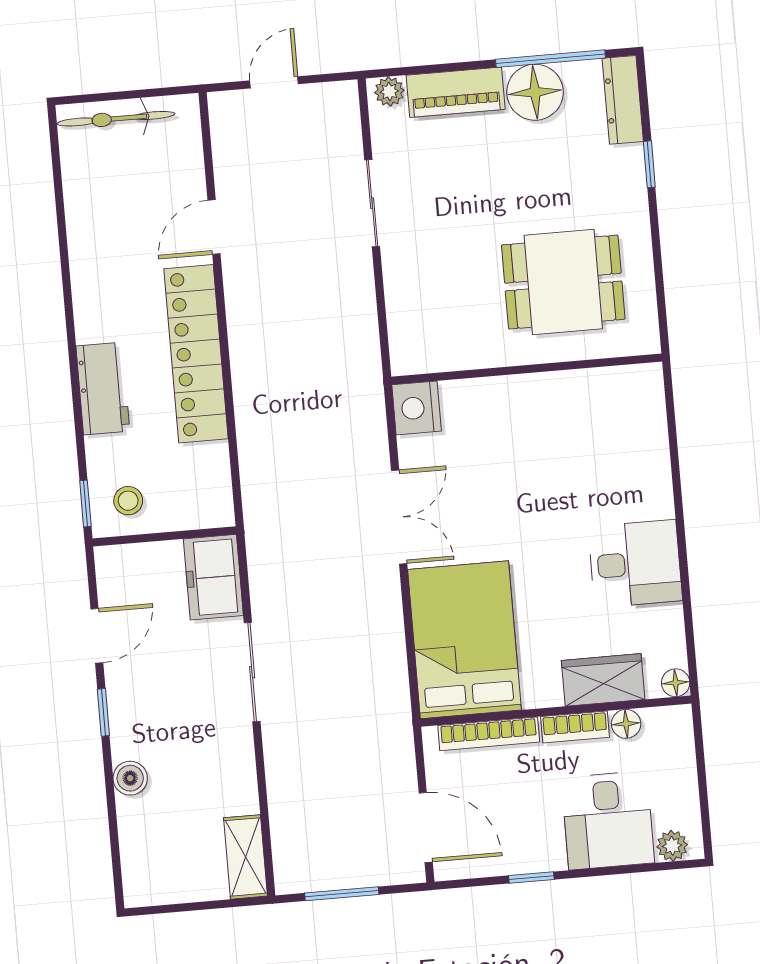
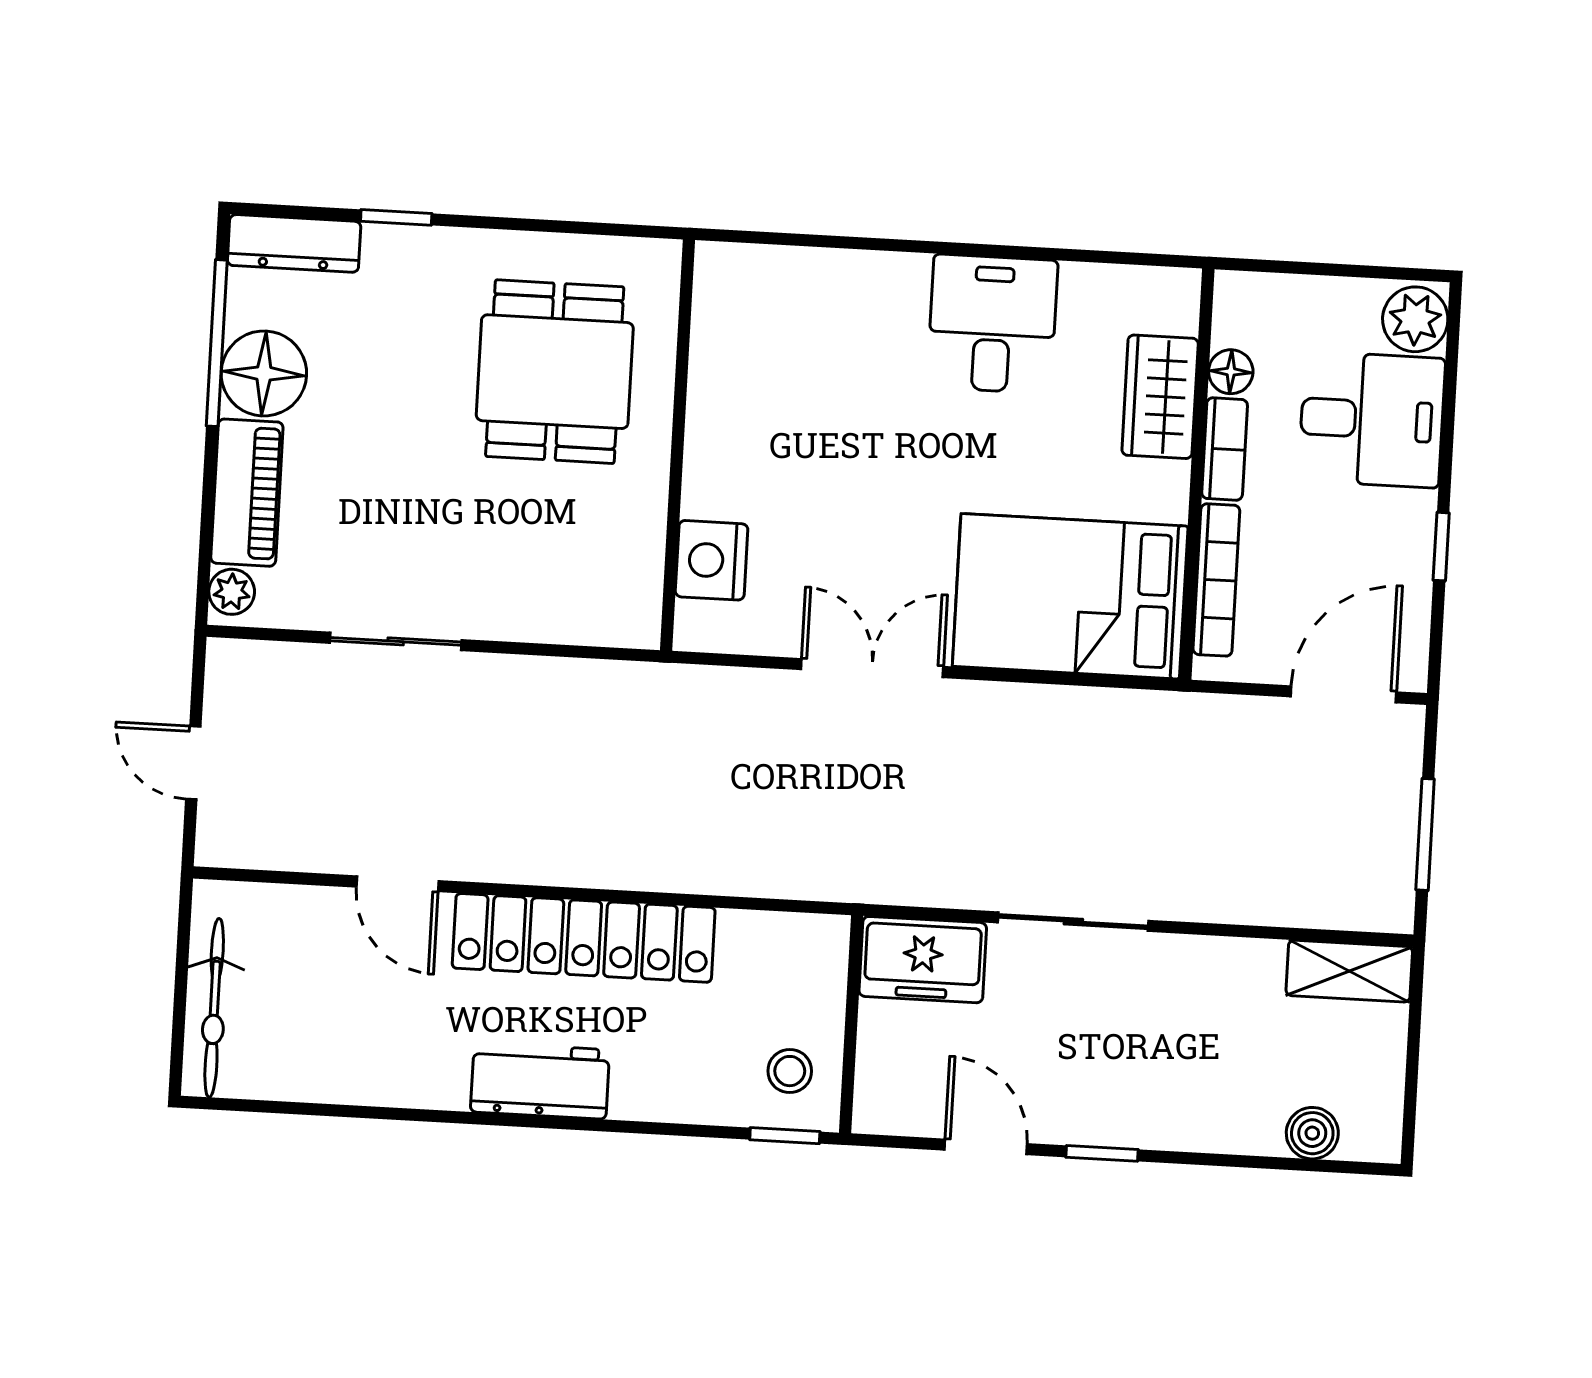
workbench: (103, 389) -> (540, 1081), moved
nightstand: (417, 408) -> (712, 560), moved, turned 90
floor lamp: (676, 683) -> (1180, 289), removed
boiler: (130, 778) -> (1312, 1133), moved
plant: (672, 846) -> (1415, 319), width x1.38, depth x1.38

